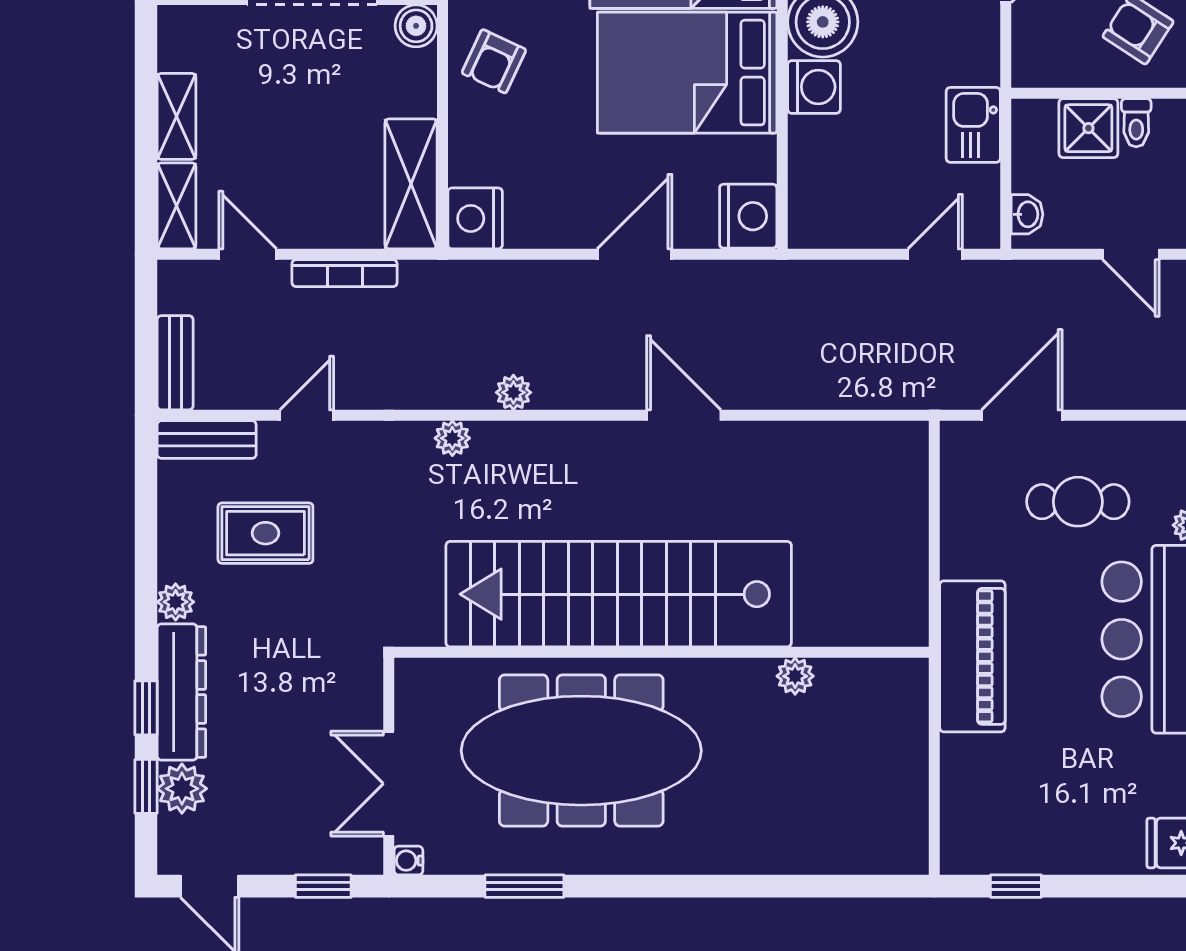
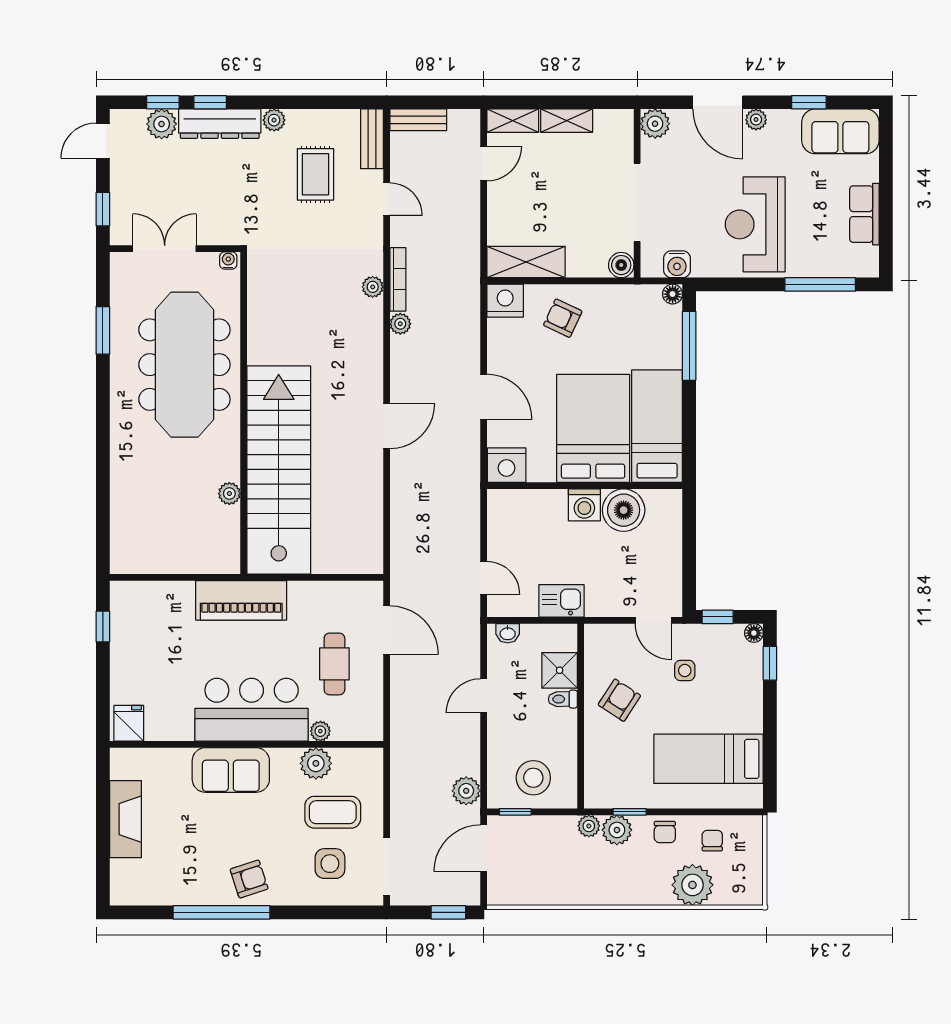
armchair: (494, 61) -> (563, 318), moved
bookcase: (345, 273) -> (398, 279), moved, turned 180
stairs: (619, 594) -> (279, 470), moved
water cooler: (408, 861) -> (228, 260), moved

